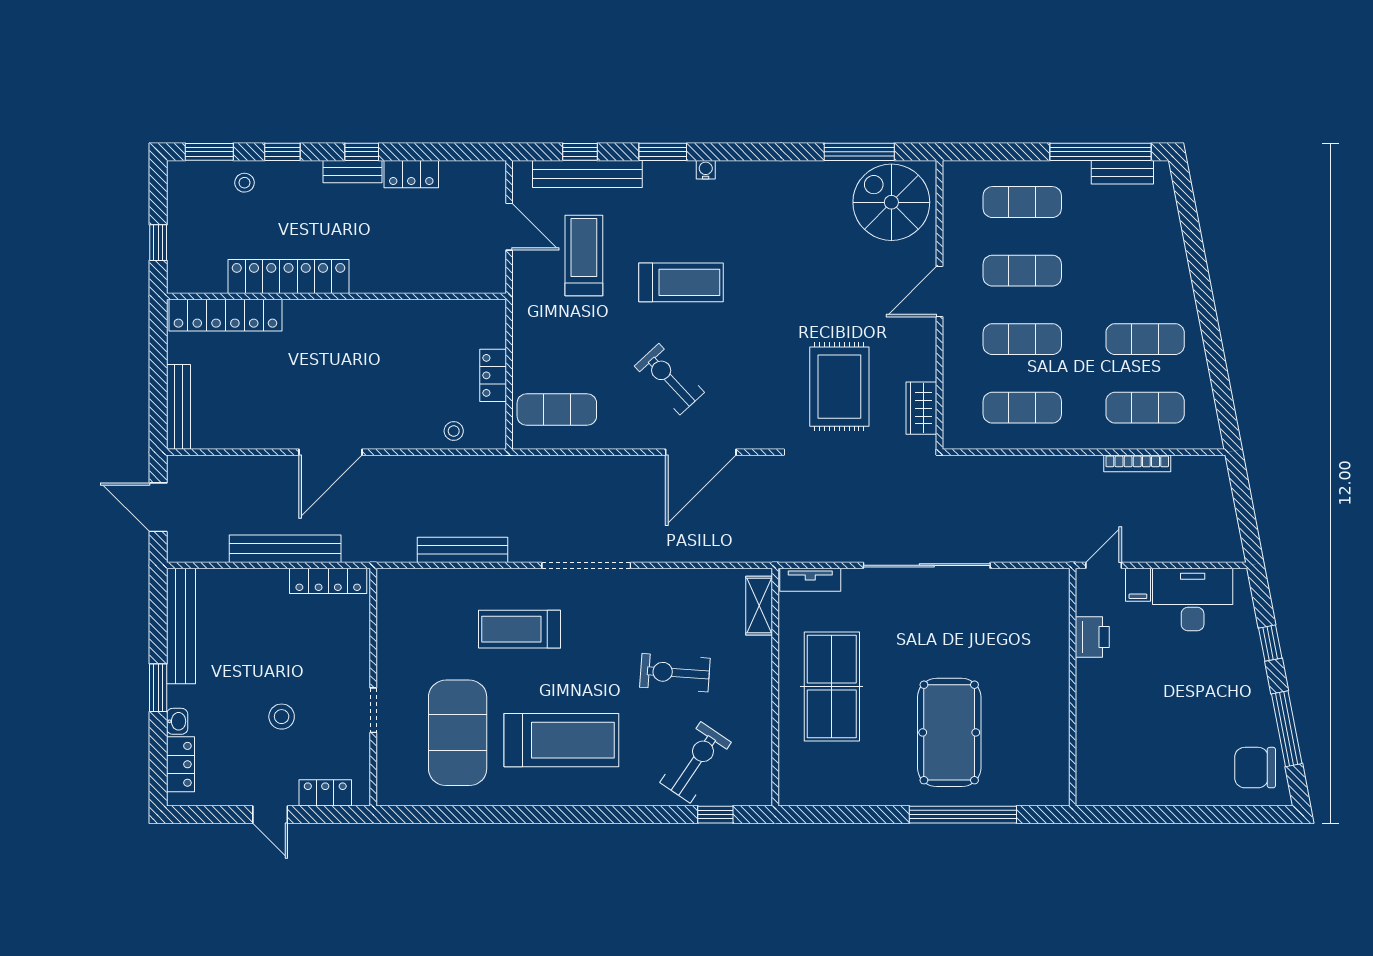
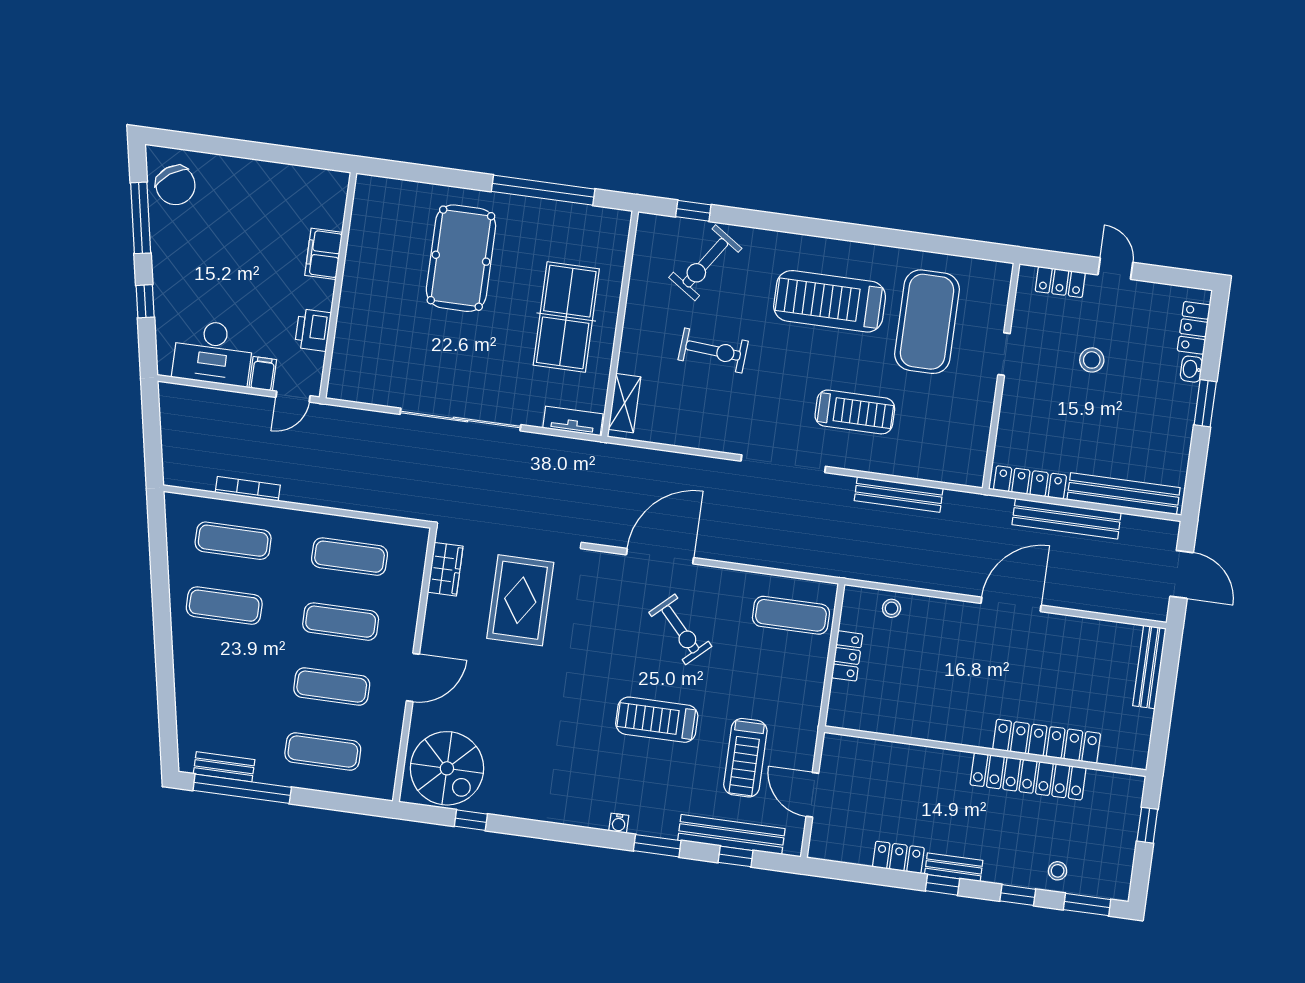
window: (859, 152) -> (471, 820), width x0.46
locker: (225, 315) -> (1047, 741), moved
bench: (181, 626) -> (1124, 494), moved, turned 90
filing cabinet: (1092, 717) -> (324, 254), added
chair: (1255, 768) -> (176, 185), turned 54
window: (963, 815) -> (543, 190), moved

